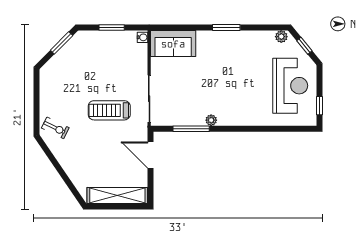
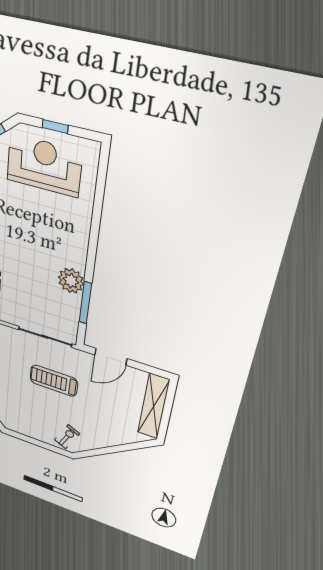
window: (319, 106) -> (55, 126), moved
treadmill: (109, 110) -> (54, 381), turned 90
plant: (211, 120) -> (71, 281), width x1.87, depth x1.87

